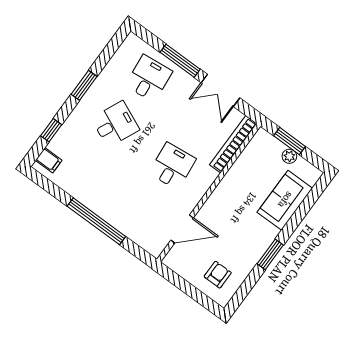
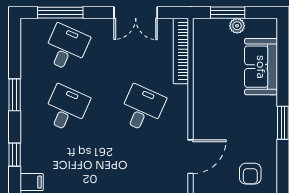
window: (180, 61) -> (60, 13), moved
desk: (149, 78) -> (66, 48), turned 30
desk: (172, 166) -> (142, 109), turned 30
armchair: (218, 275) -> (250, 174), turned 180

